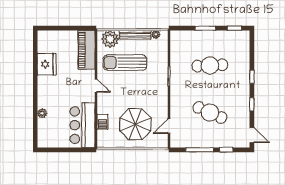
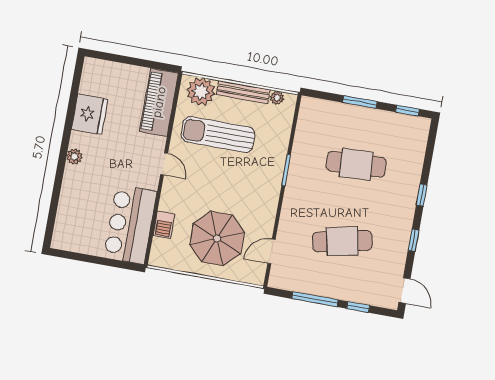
plant: (42, 113) -> (74, 157), moved
cafe table: (210, 113) -> (342, 241), turned -36

